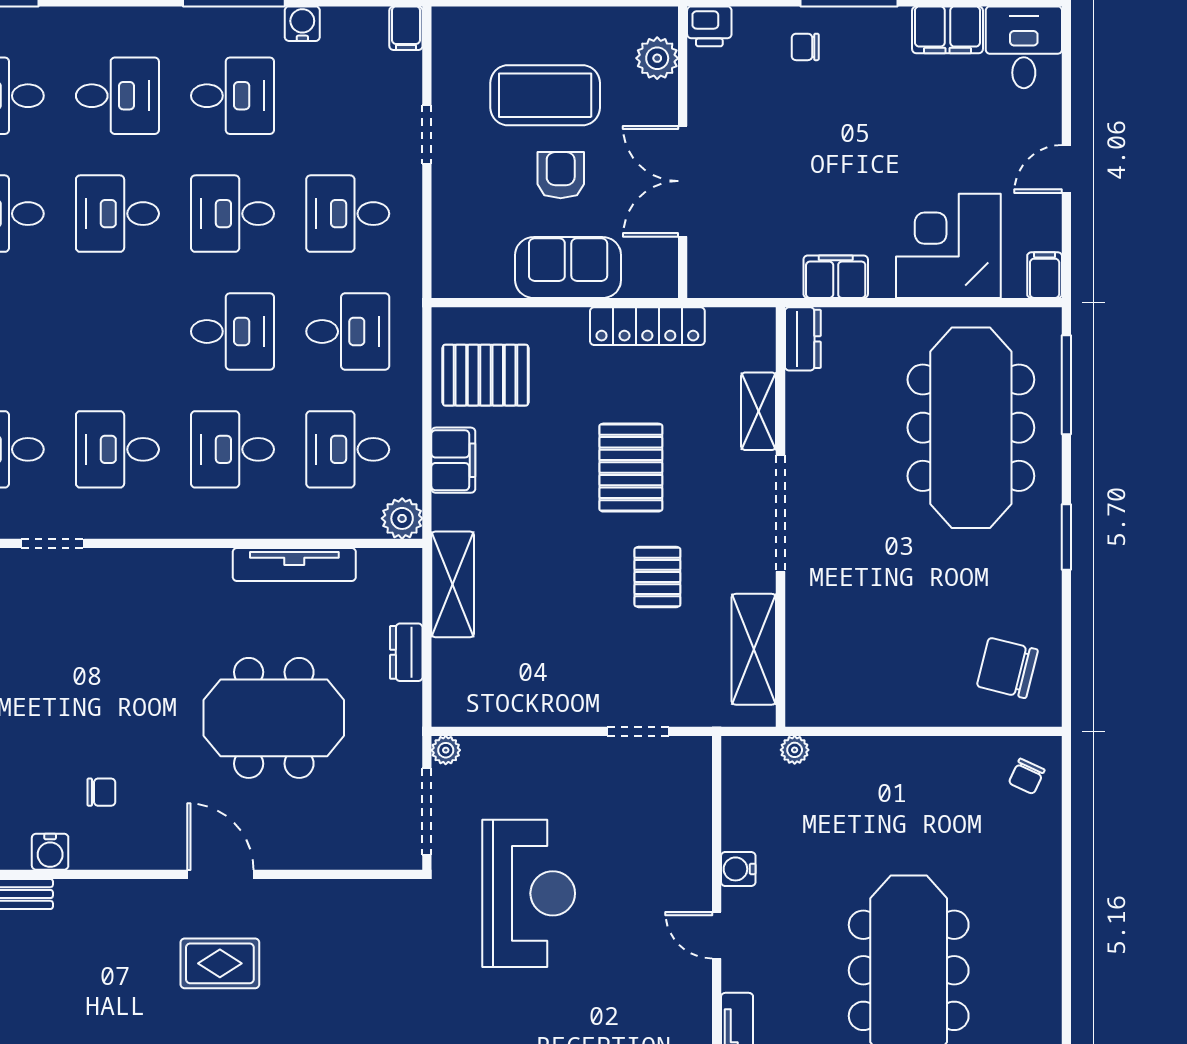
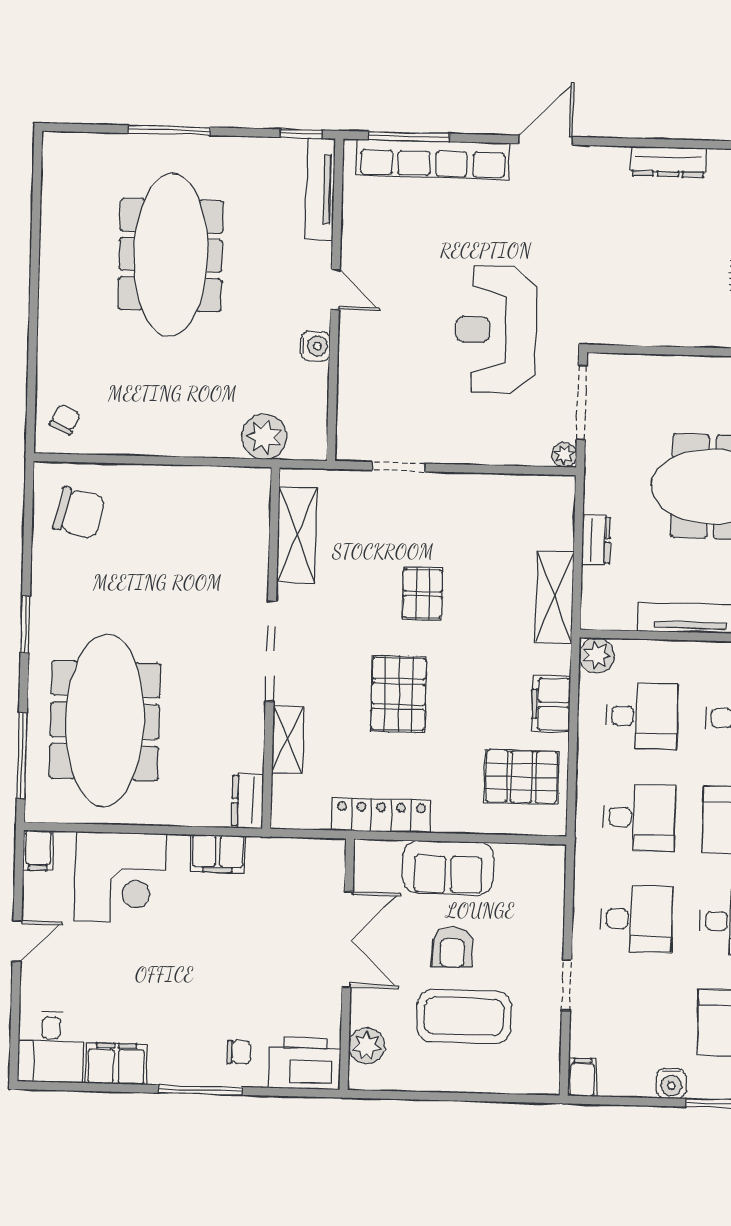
printer: (709, 26) -> (305, 1063), width x1.87, depth x1.48
desk: (348, 331) -> (639, 817), turned 180
pallet: (657, 577) -> (422, 594), moved
plant: (795, 750) -> (264, 437), width x1.88, depth x1.88

